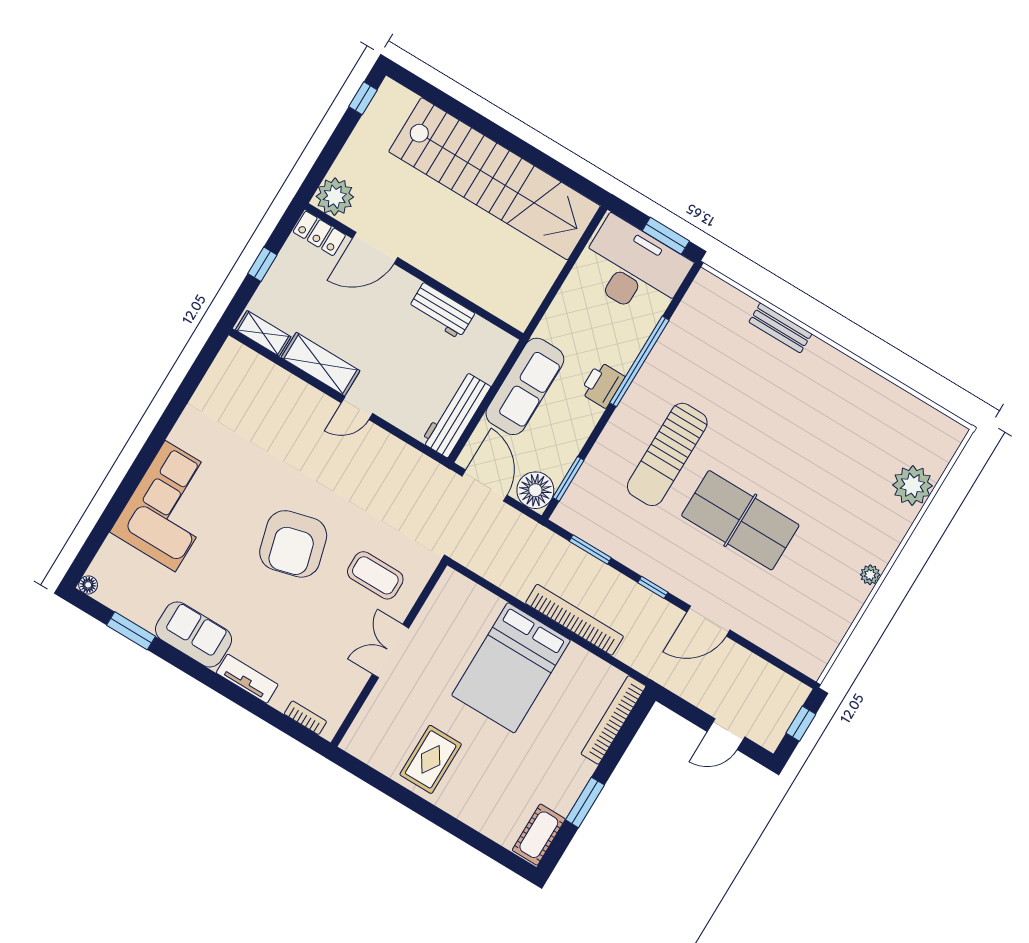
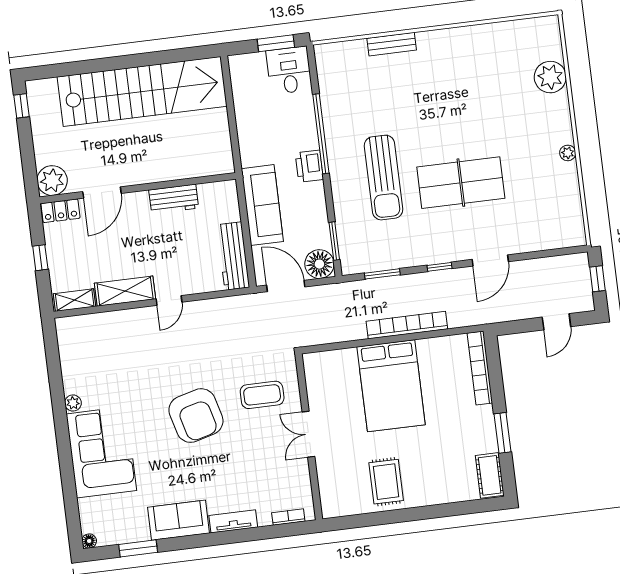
desk: (634, 269) -> (289, 70), width x0.53, depth x0.77
plant: (181, 435) -> (73, 403), added

